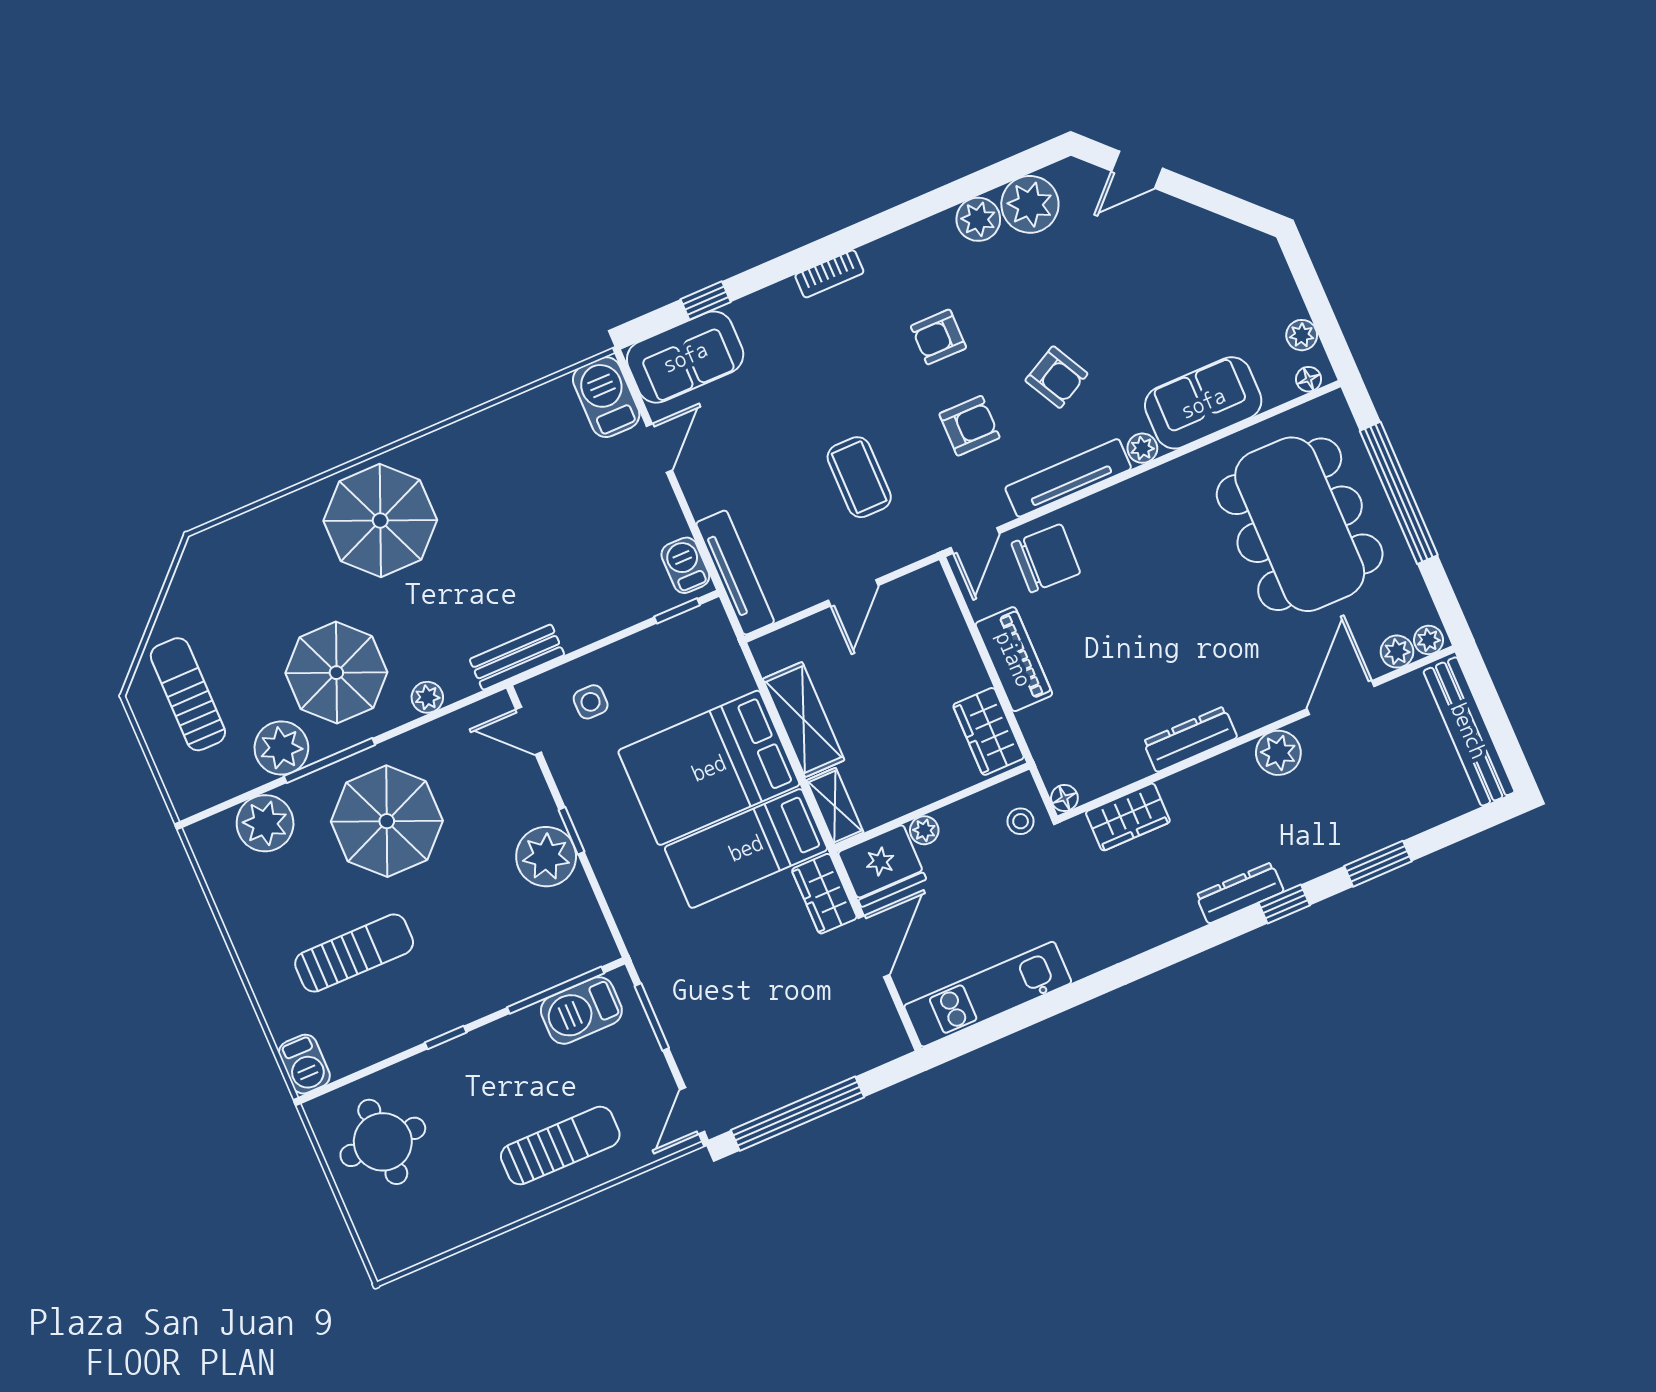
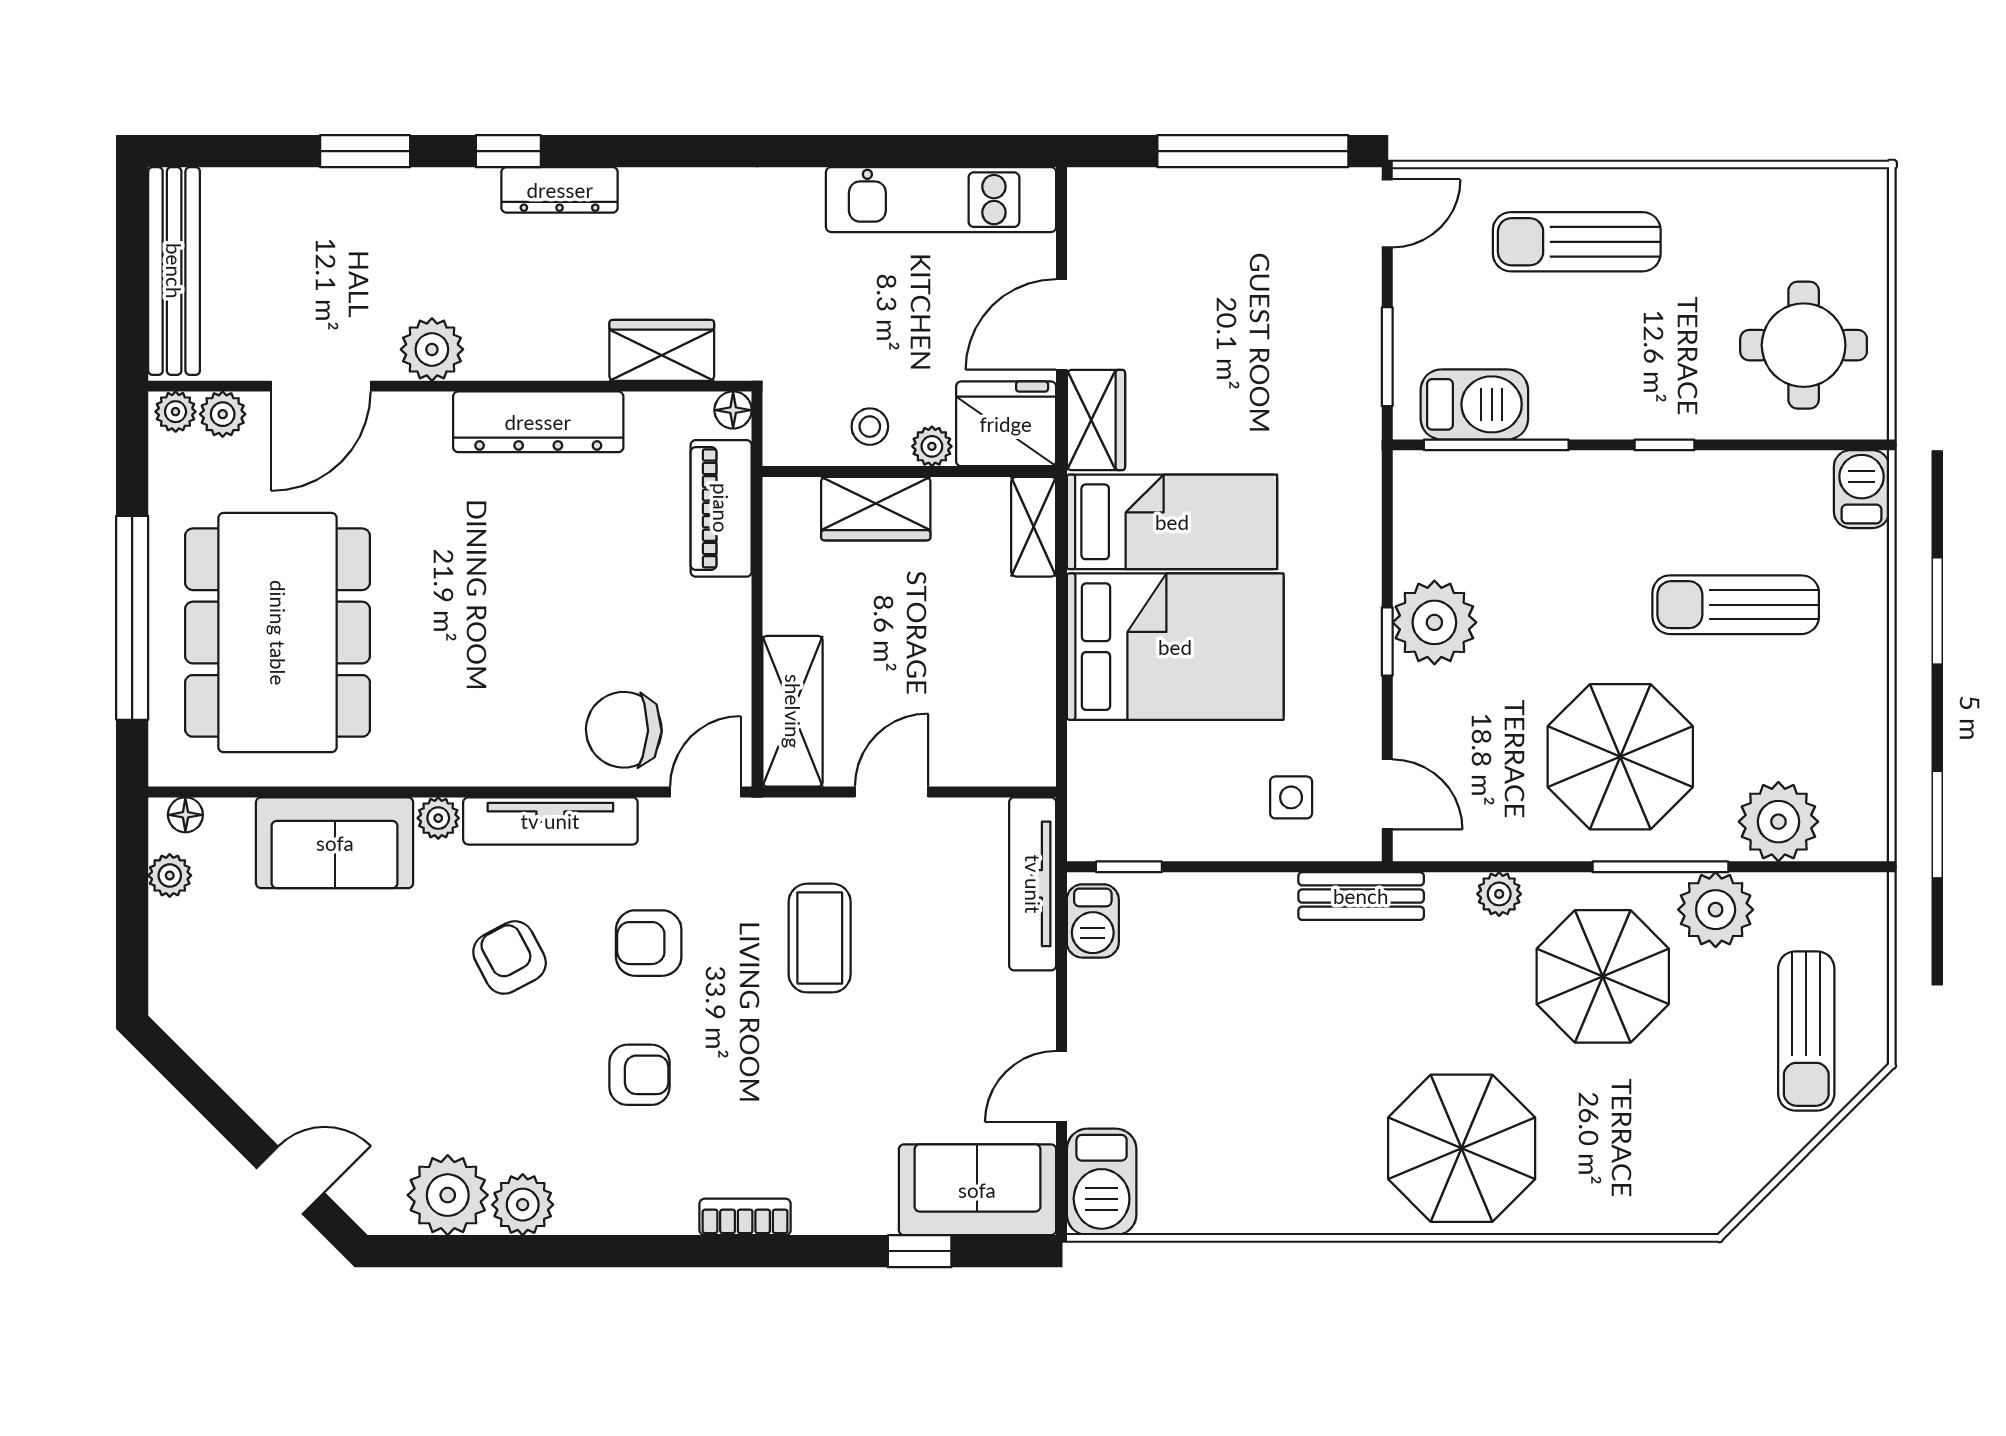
piano: (1014, 659) -> (721, 508), moved
shelving: (804, 720) -> (793, 711), moved
wardrobe: (988, 731) -> (876, 509), moved, turned 90
dresser: (1190, 739) -> (538, 422), width x1.37, depth x1.24
stool: (1021, 821) -> (870, 427), moved

